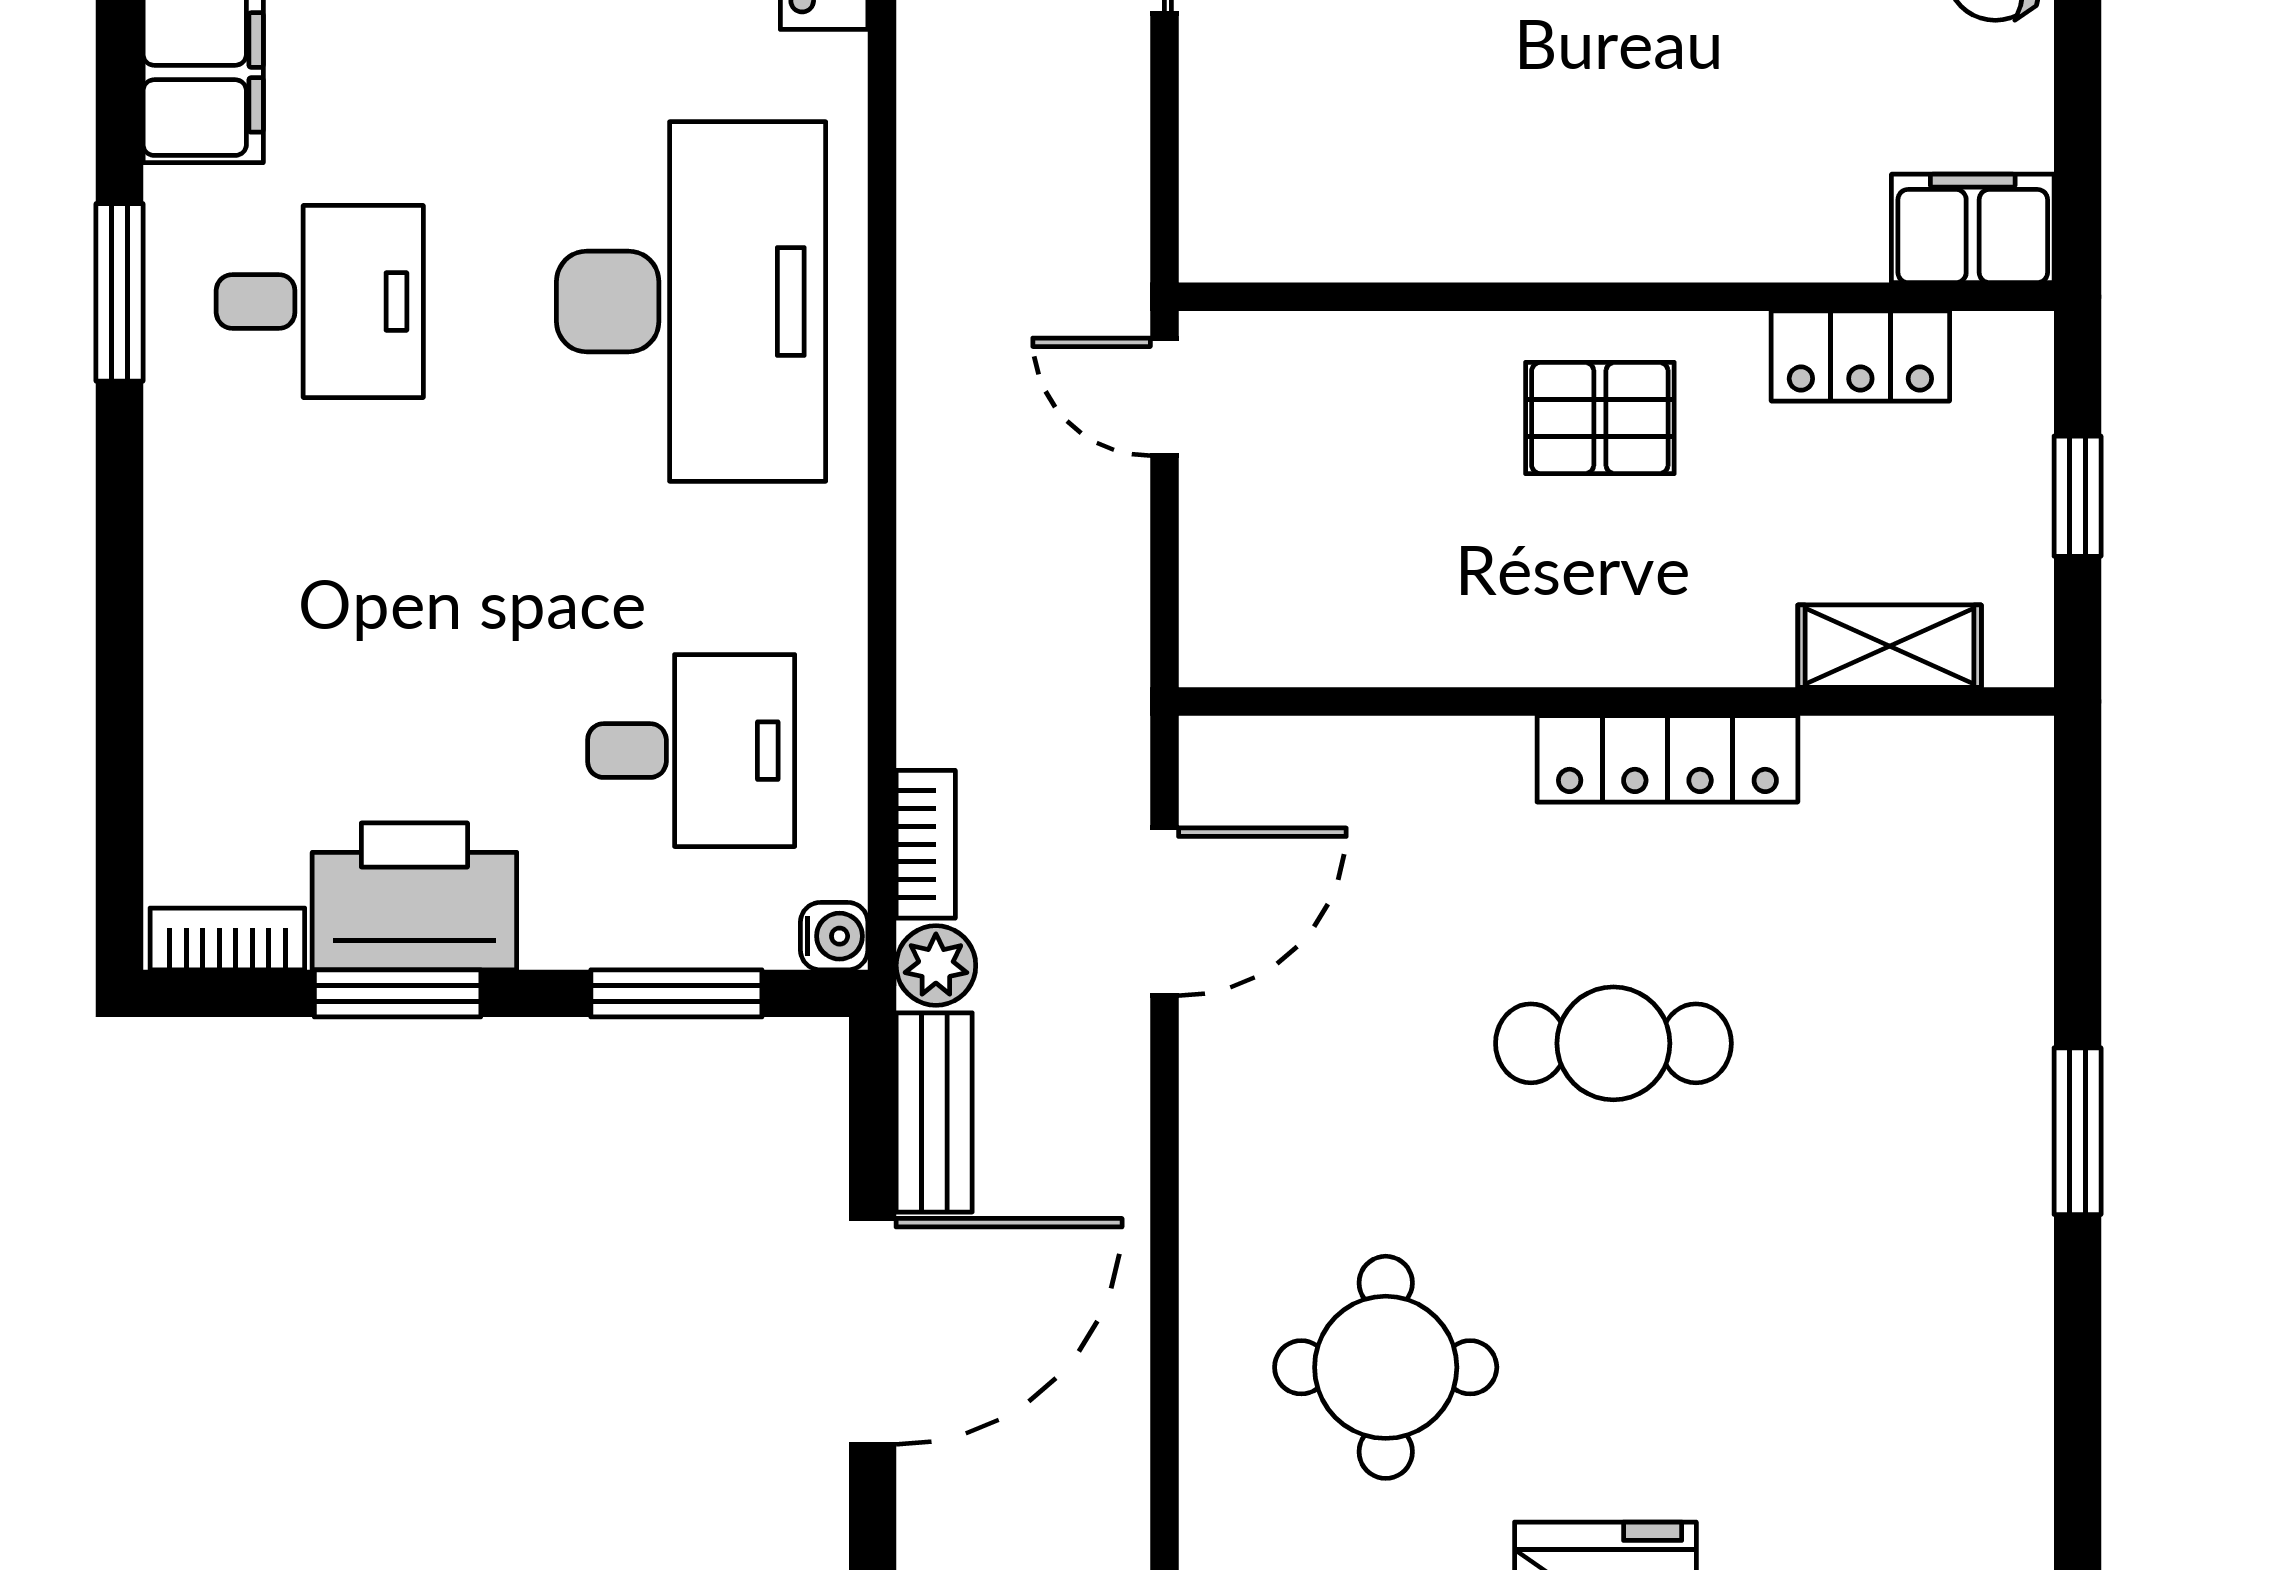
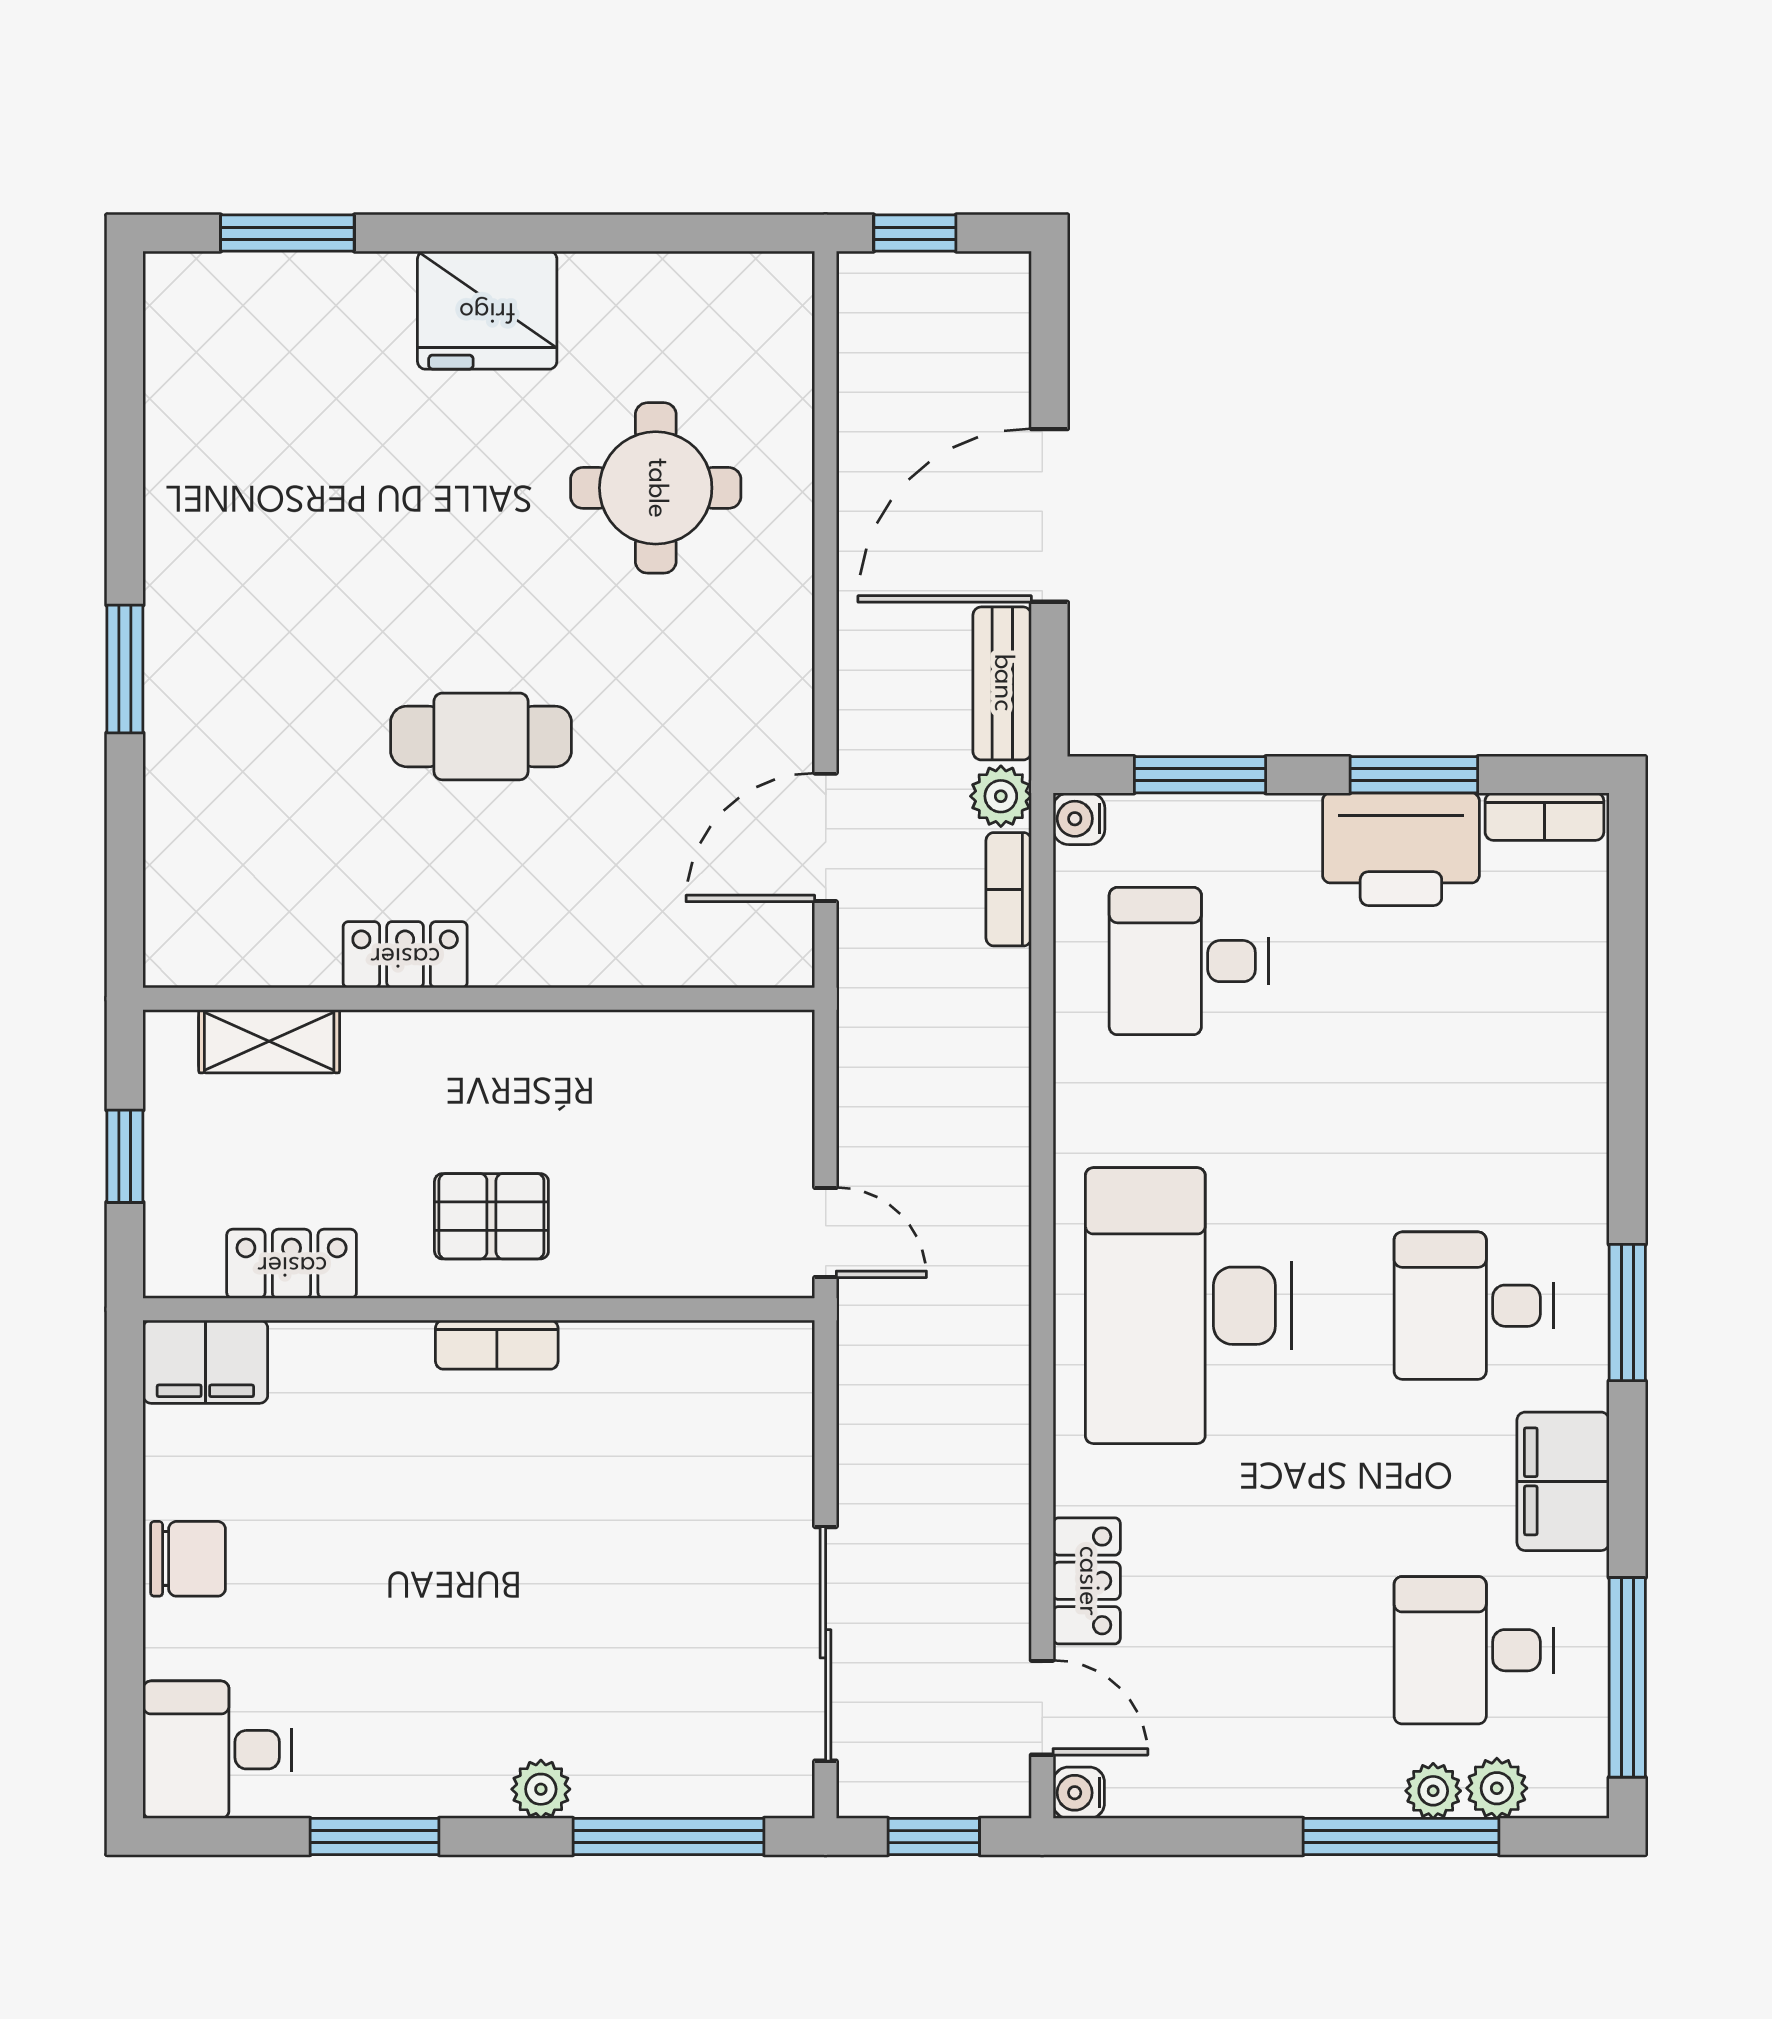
bookcase: (1593, 251) -> (497, 1345), added
locker: (1667, 759) -> (405, 955), width x0.66

